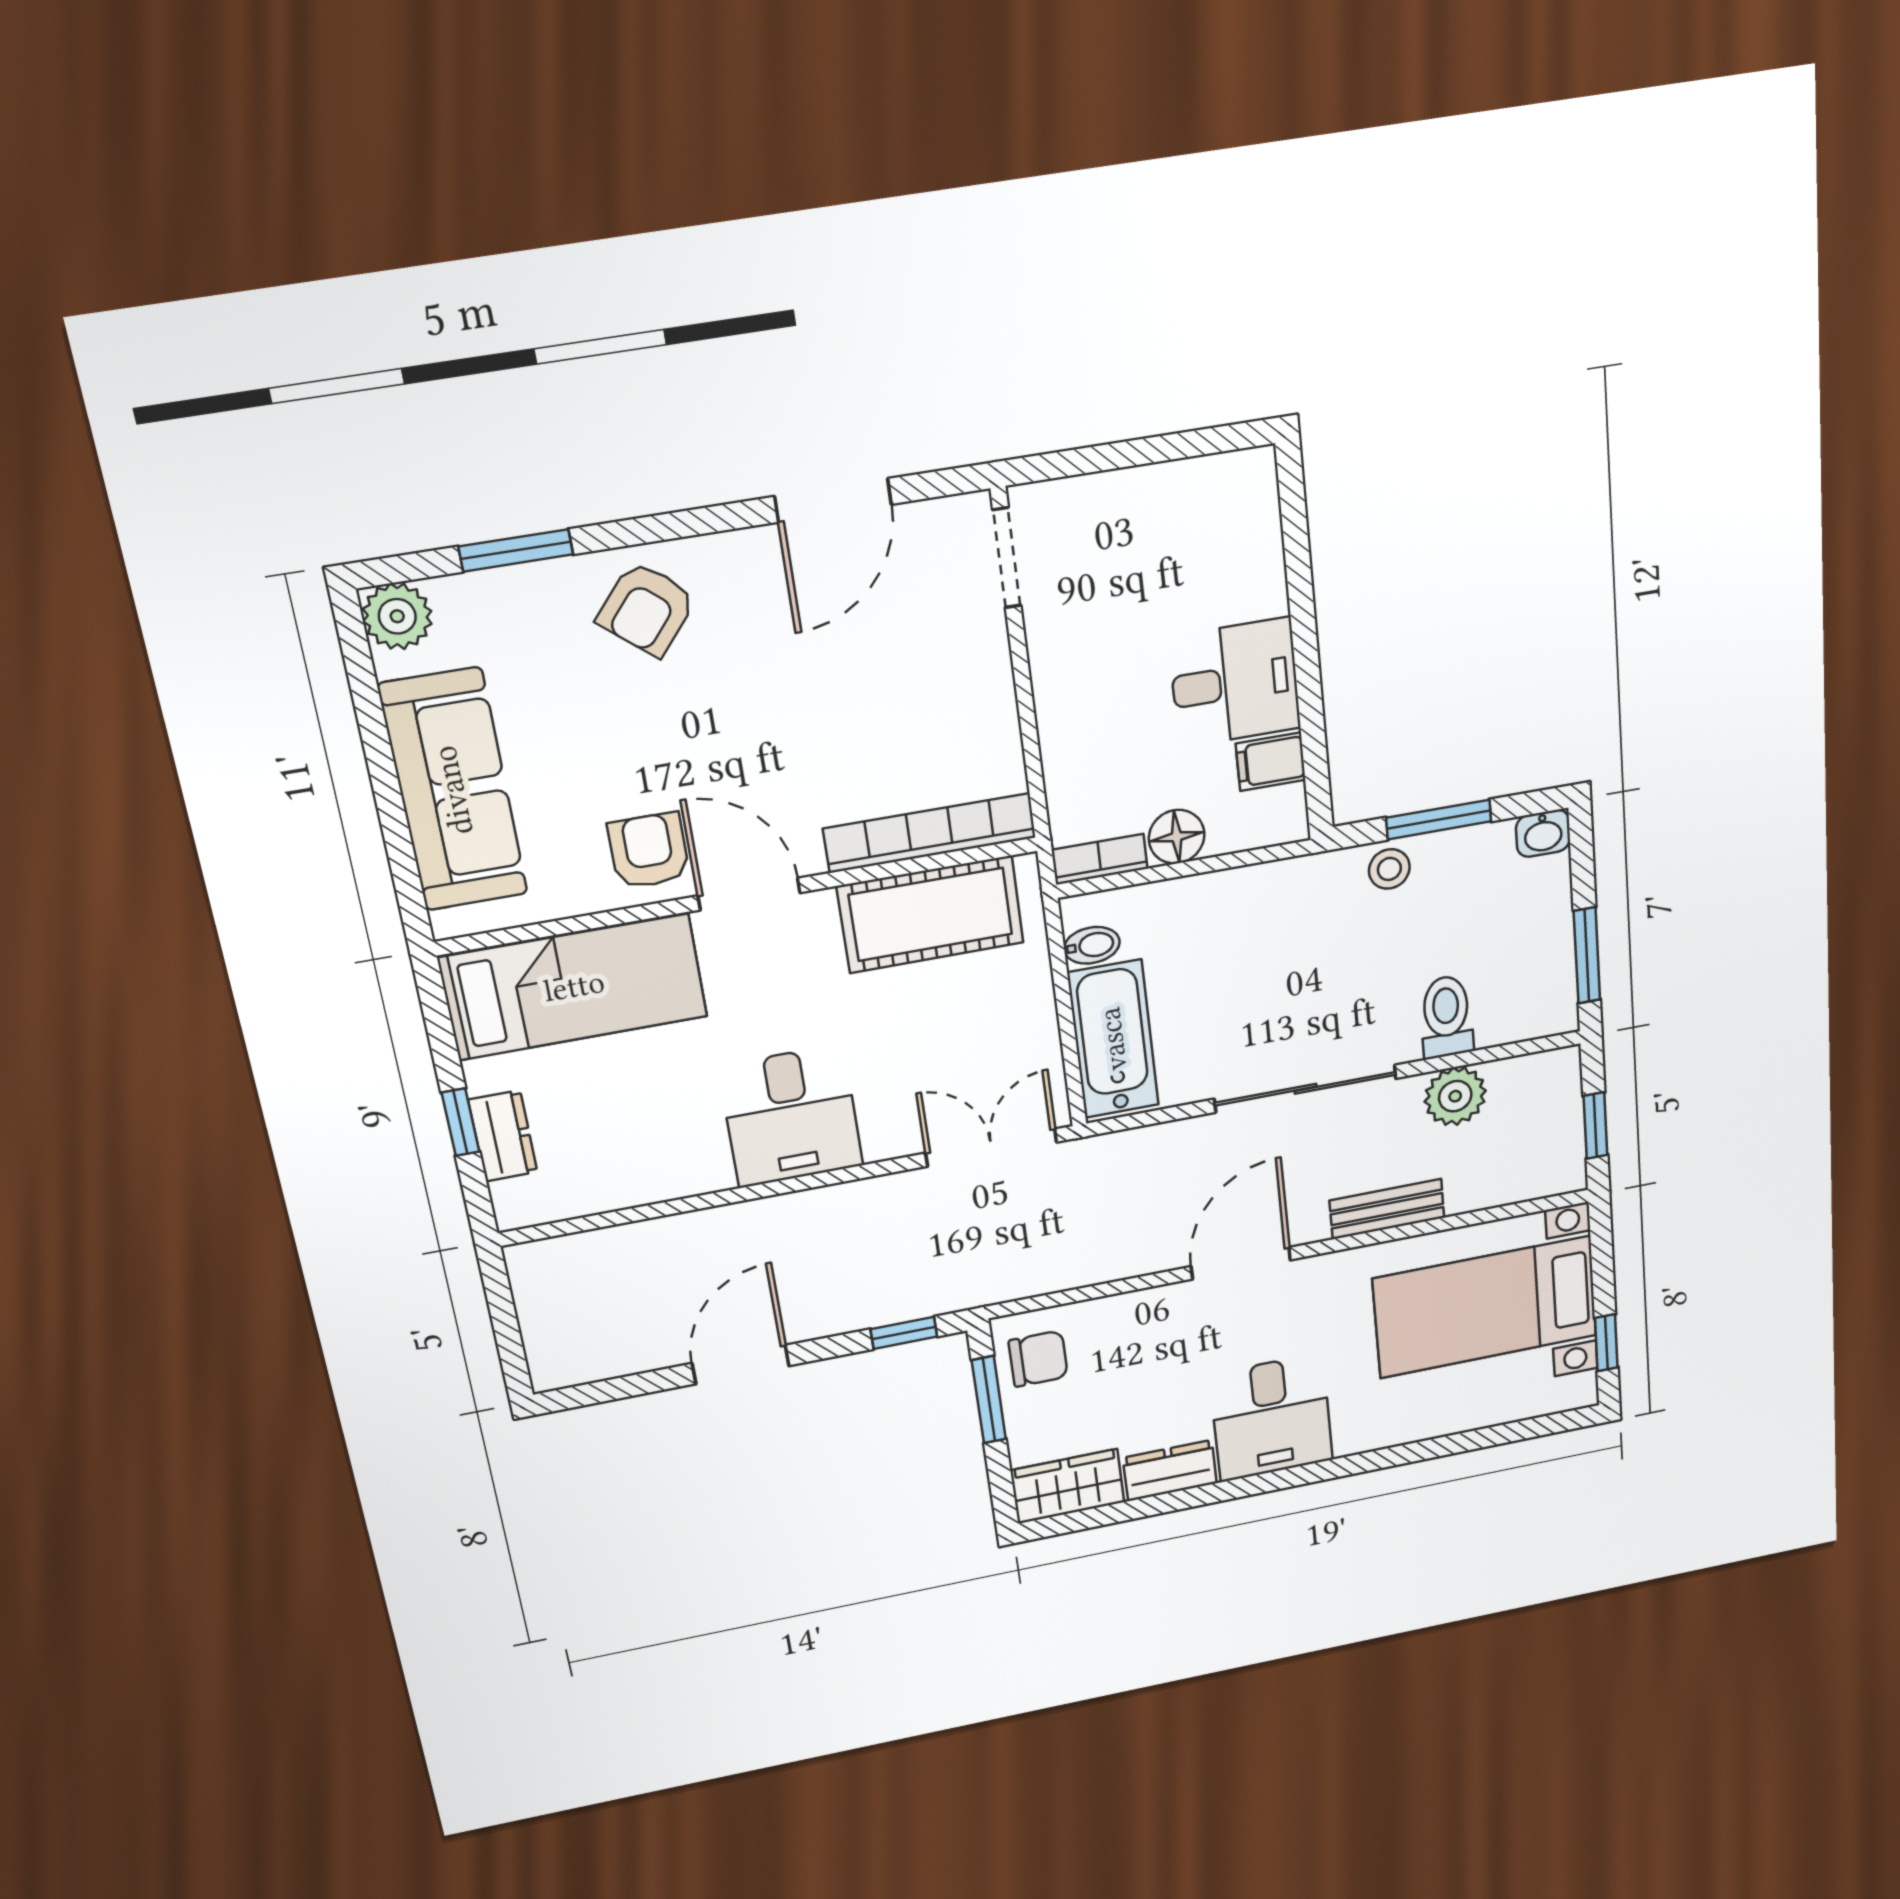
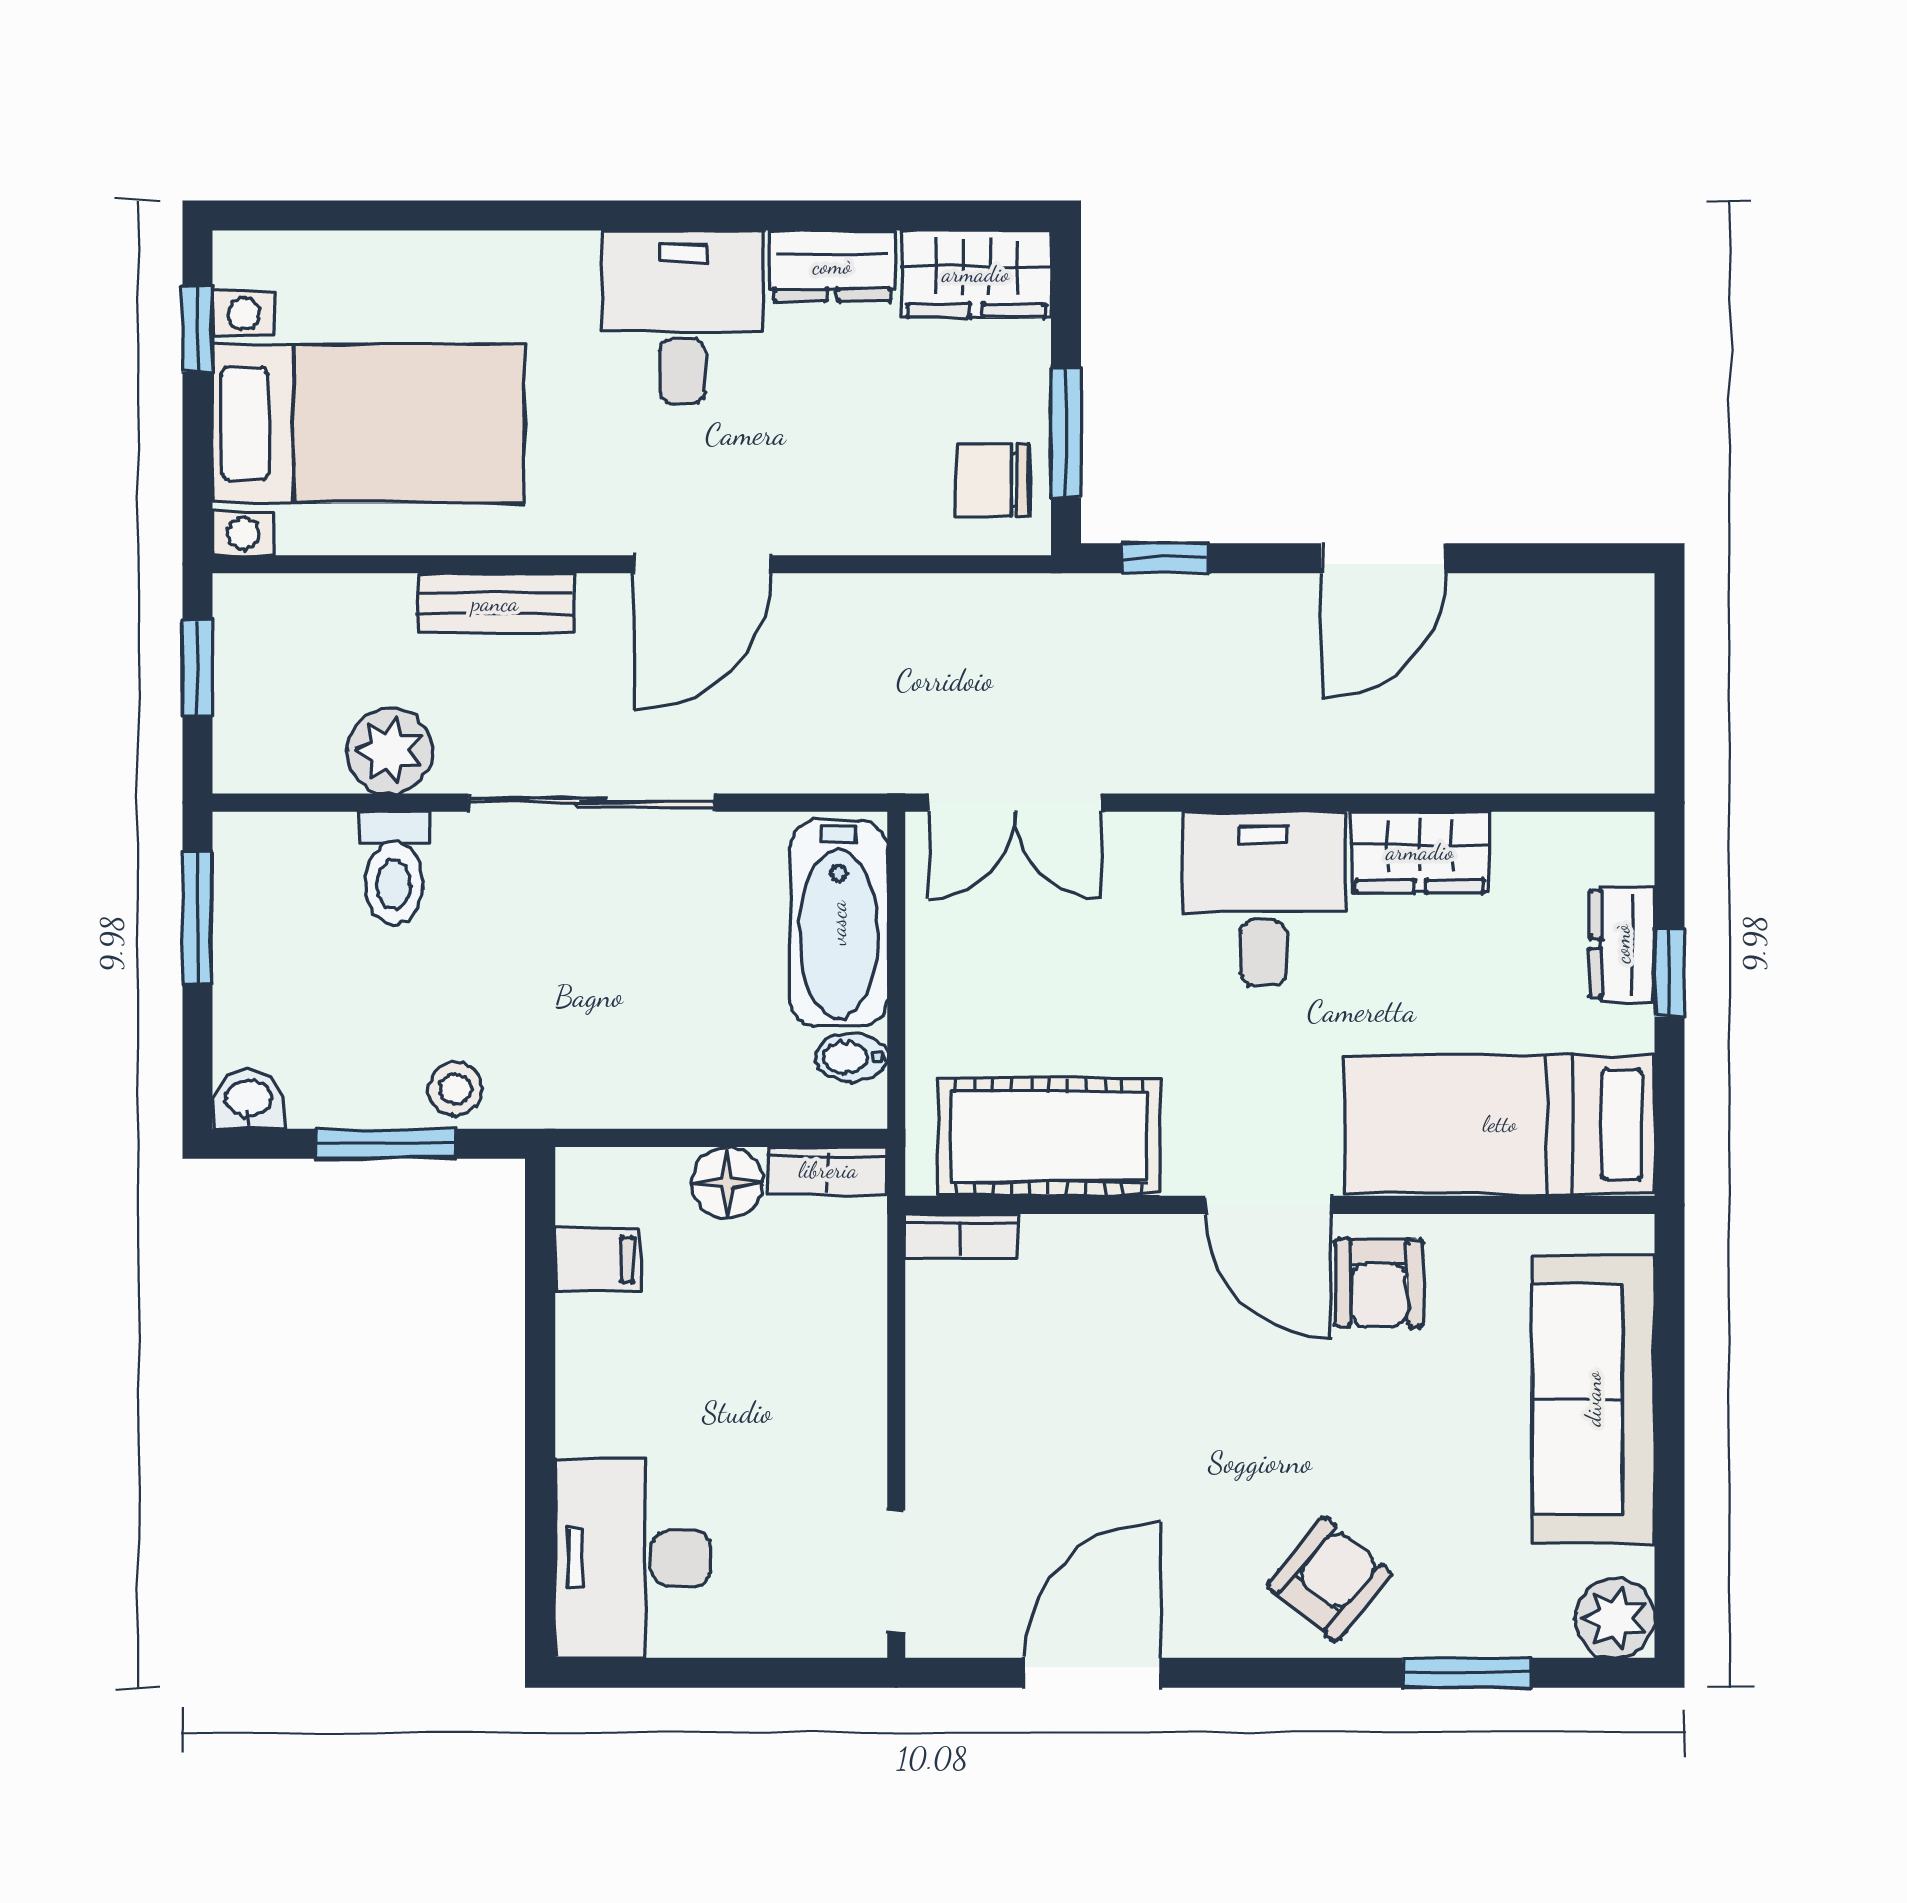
desk: (1235, 682) -> (633, 1558), moved, width x1.37
bookcase: (930, 833) -> (961, 1236), width x0.43, depth x0.76
wardrobe: (675, 1171) -> (1420, 852), added

